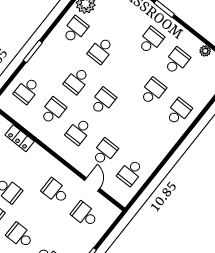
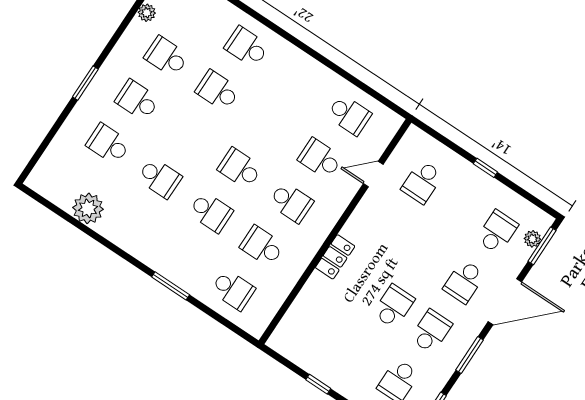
school desk: (75, 30) -> (108, 144), moved
locker: (20, 138) -> (335, 257), moved
school desk: (55, 191) -> (389, 232), removed

